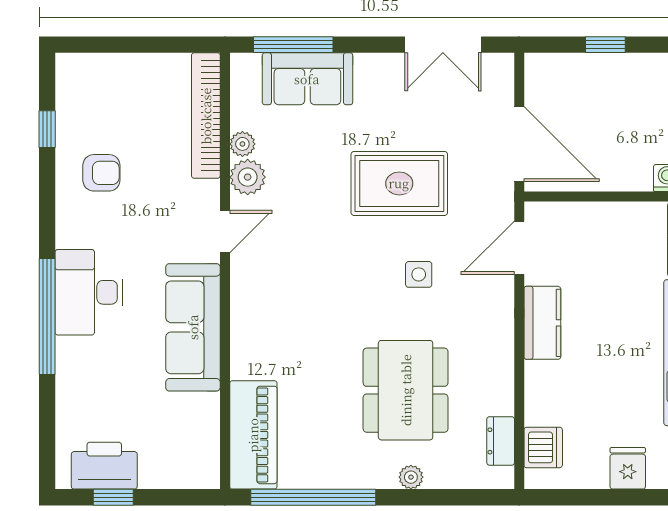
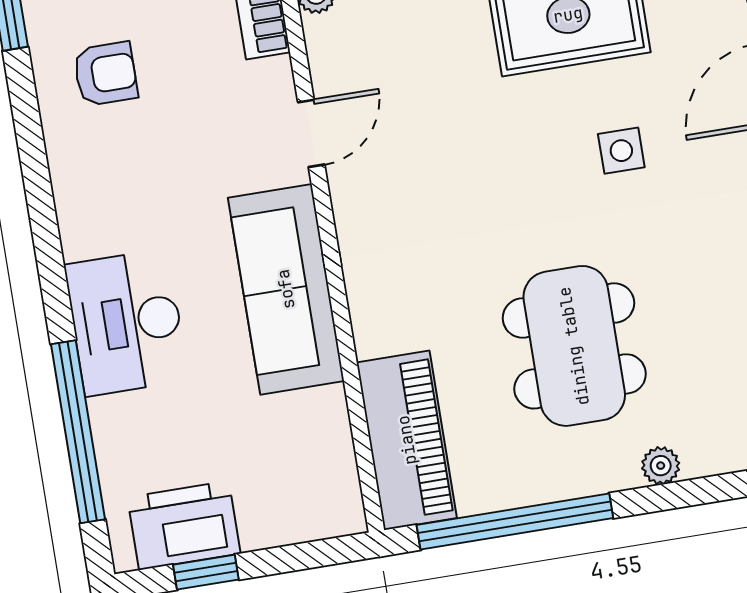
plant: (248, 177) -> (332, 43), removed
desk: (89, 292) -> (126, 322), moved
window: (47, 317) -> (78, 432), moved
dining table: (406, 390) -> (574, 346), moved

